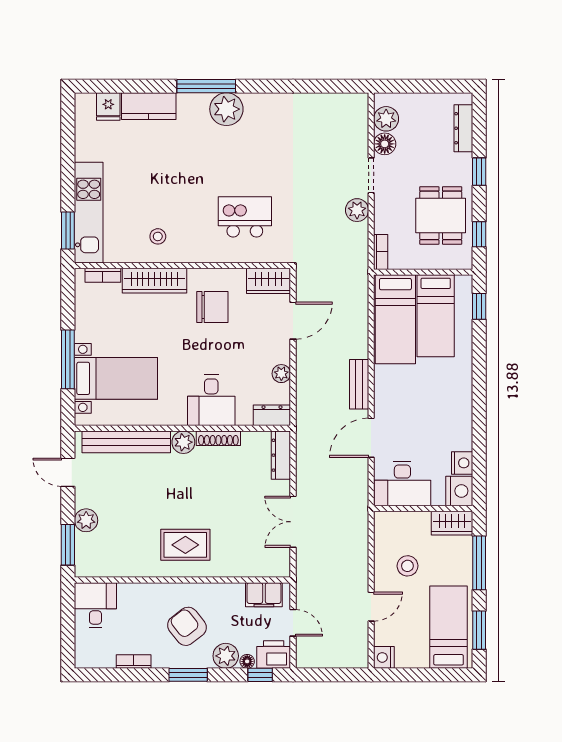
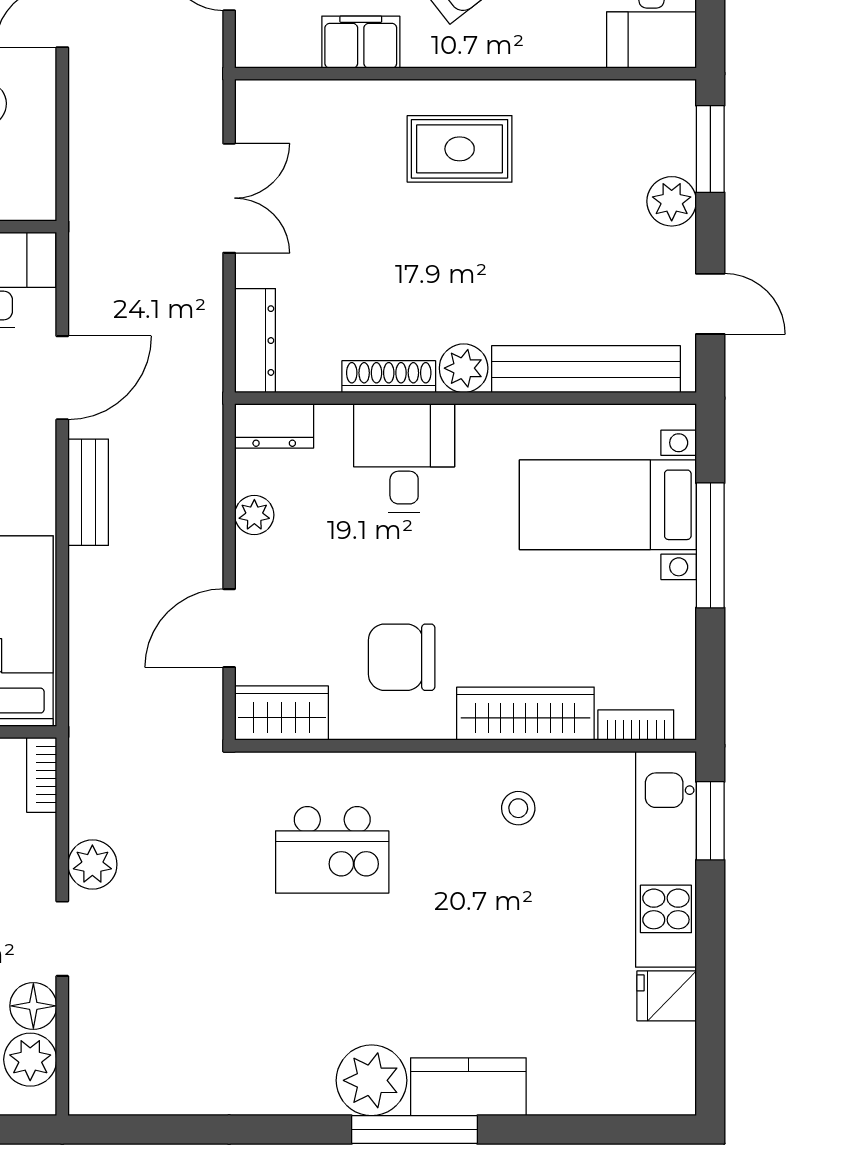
fridge: (108, 106) -> (667, 996), moved, turned -90
kitchen counter: (149, 106) -> (468, 1087), moved
filing cabinet: (264, 595) -> (361, 42), moved

